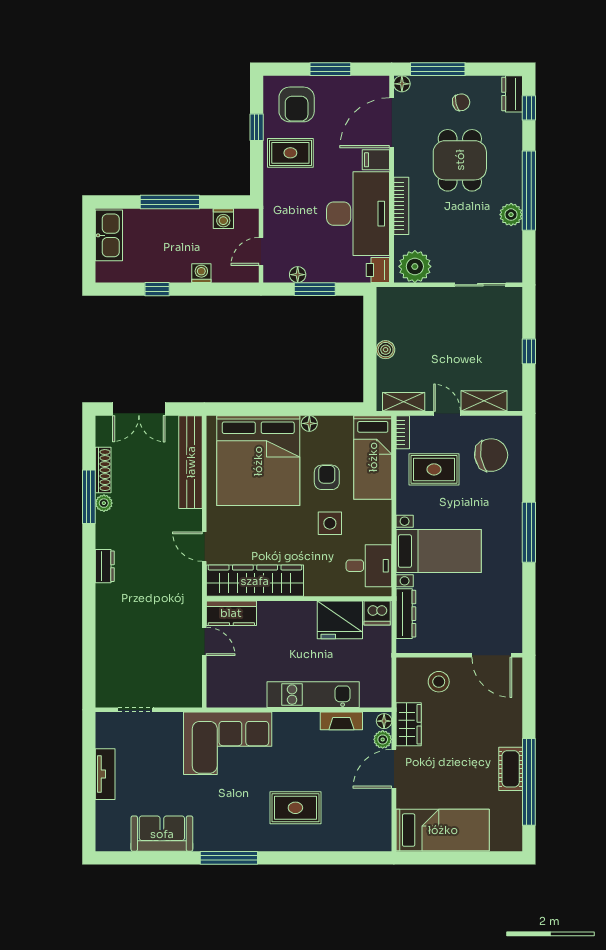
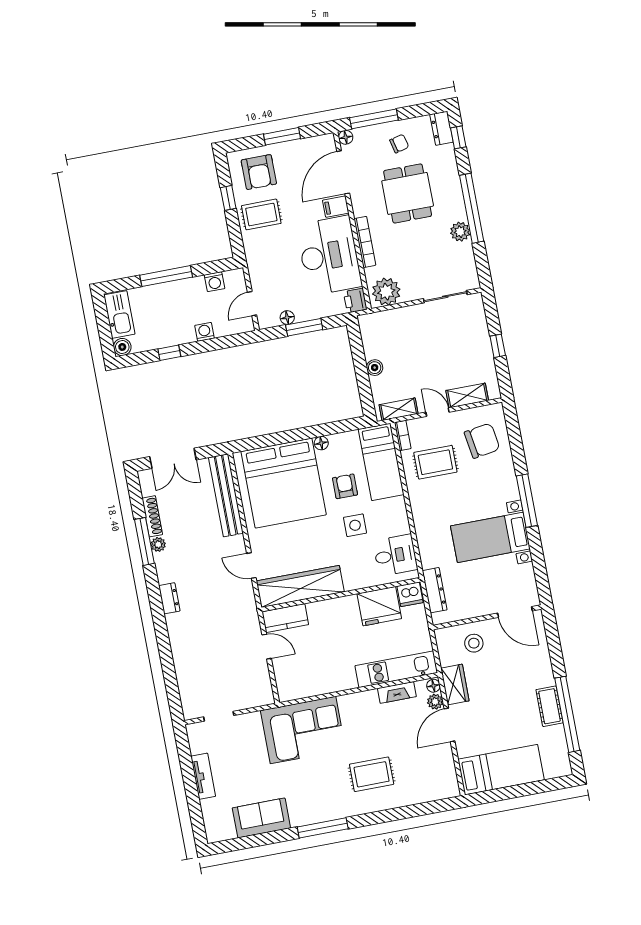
boiler: (105, 273) -> (122, 347), added
bed with nightstands: (439, 551) -> (490, 537), moved, turned 180
kitchen unit: (313, 695) -> (396, 669), moved

